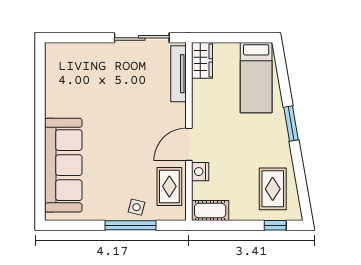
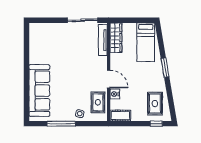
wardrobe: (202, 60) -> (116, 38), width x1.50
door: (189, 144) -> (109, 79), swing flipped
window: (131, 225) -> (61, 124), moved

